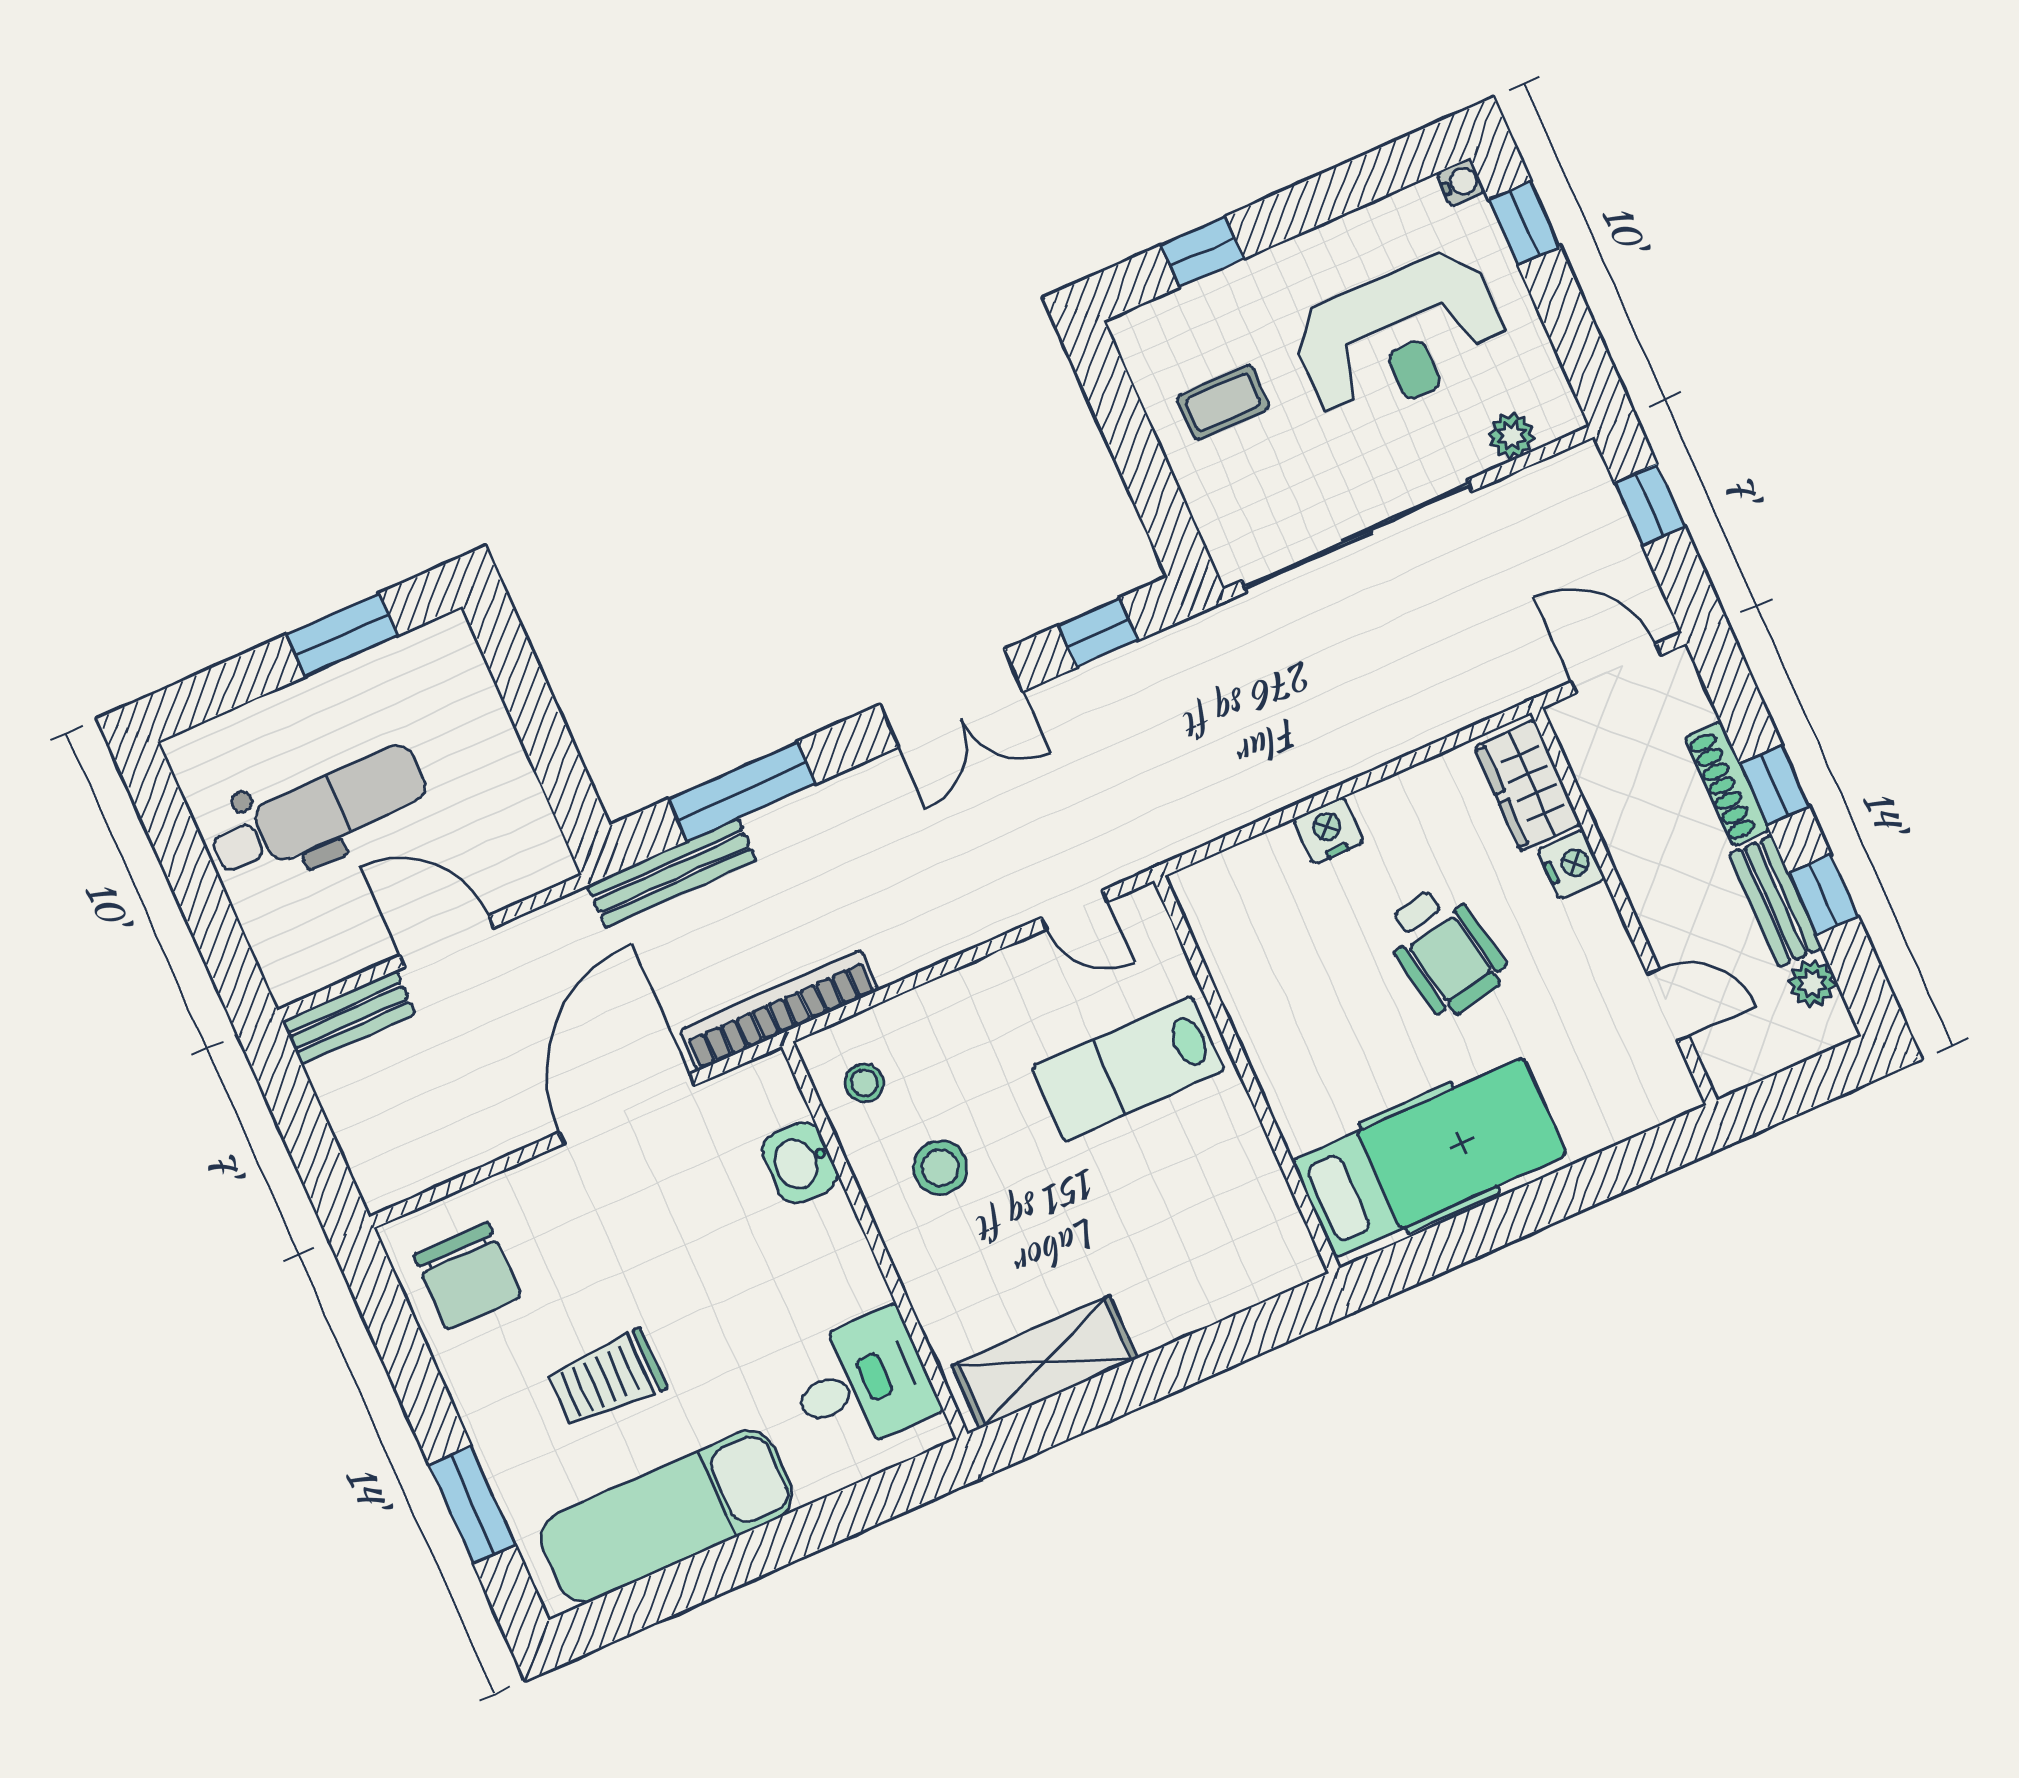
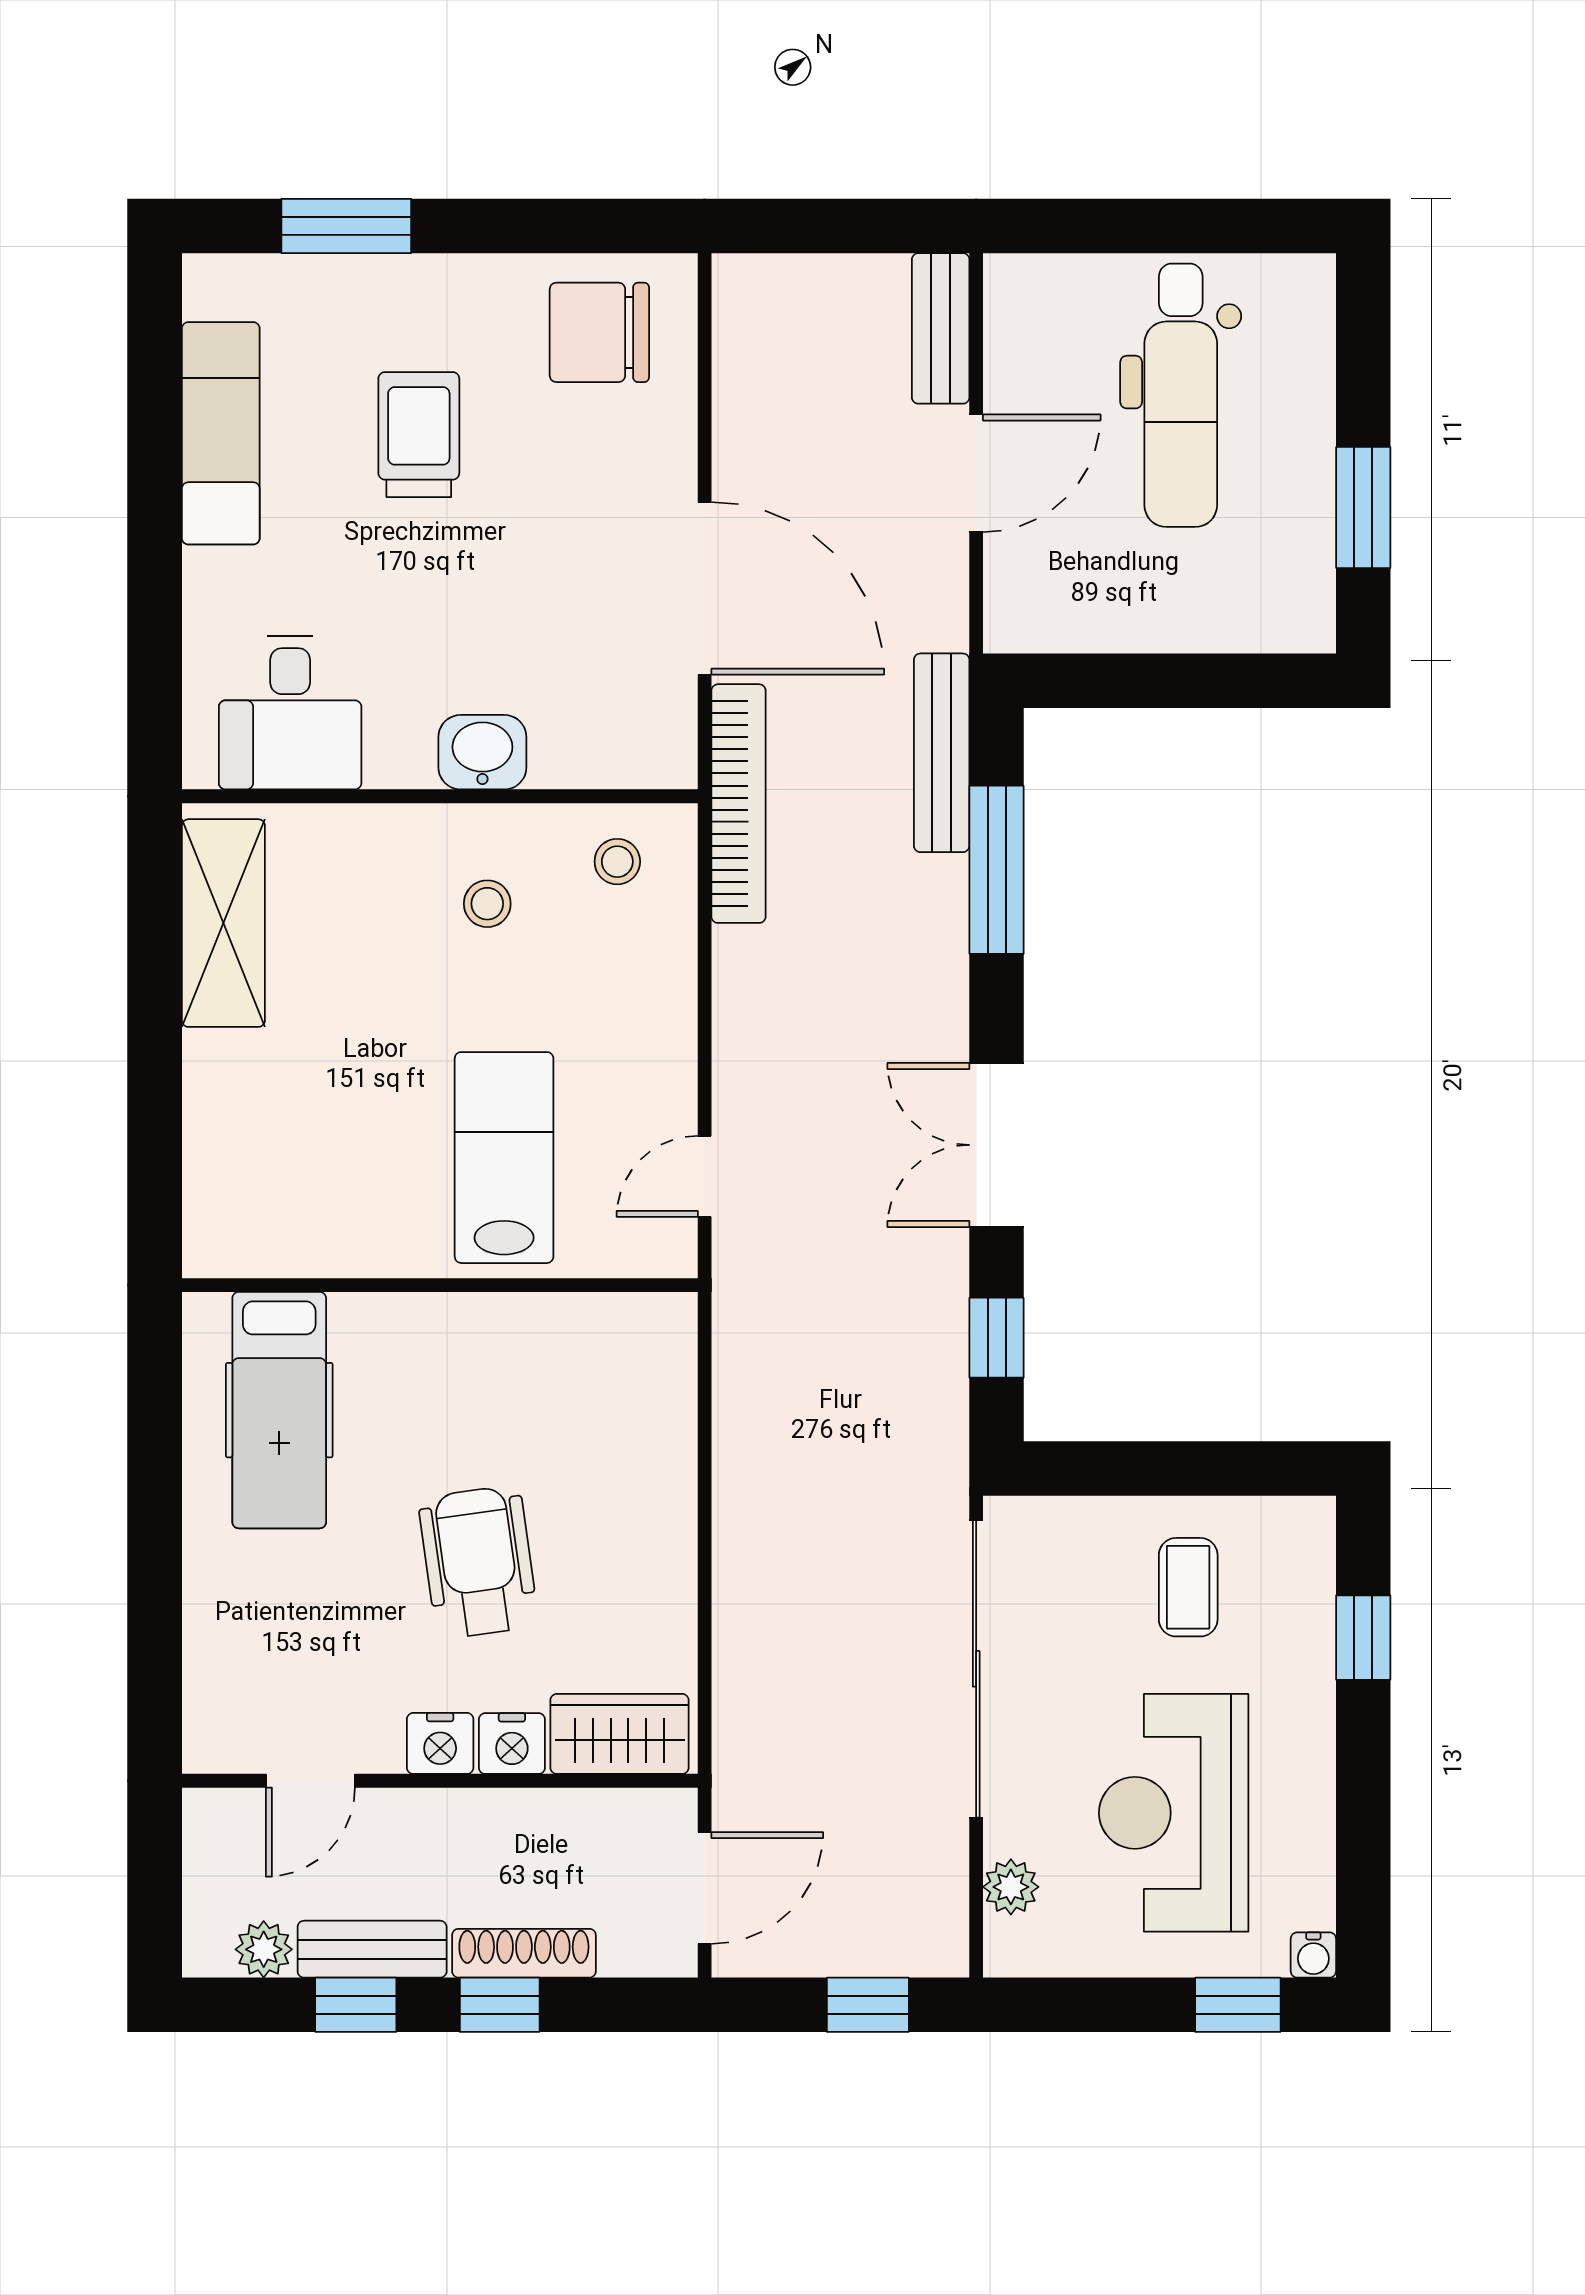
nightstand: (1328, 831) -> (440, 1743), moved, turned 90
wheelchair: (1445, 951) -> (478, 1562), turned 93
hospital bed: (1429, 1158) -> (279, 1410), width x0.73, depth x0.78
washbasin: (800, 1162) -> (482, 752), moved
stool: (940, 1168) -> (487, 904), width x0.73, depth x0.73
exam couch: (667, 1516) -> (221, 433), width x0.73, depth x0.69

